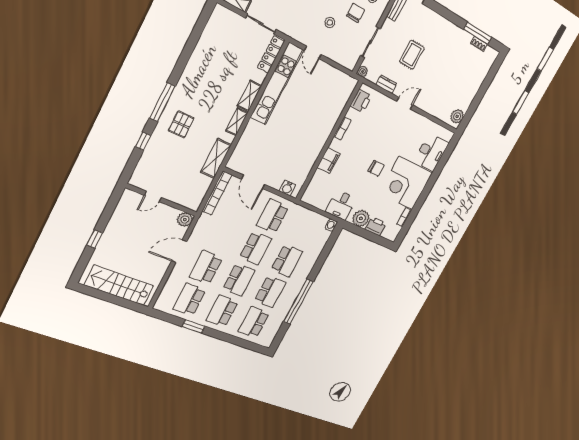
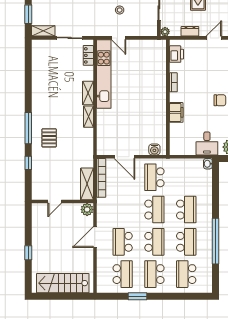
locker: (271, 55) -> (88, 55), width x0.66
shelving: (216, 158) -> (87, 184), moved
school desk: (189, 299) -> (123, 274), turned 180

